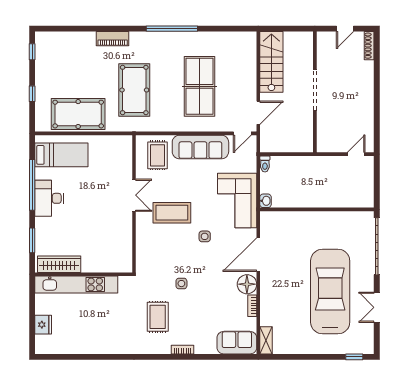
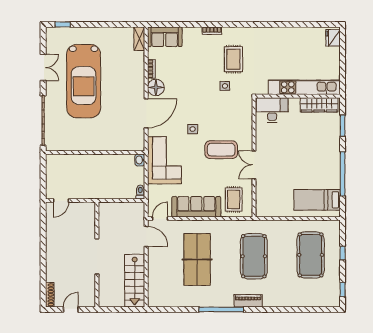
piano: (113, 39) -> (248, 301), moved
door: (258, 113) -> (146, 236), swing flipped
pool table: (78, 114) -> (311, 255), moved, turned 90
desk: (49, 198) -> (272, 110), moved, turned -90
side table: (181, 284) -> (225, 86), moved
fridge: (43, 325) -> (333, 38), moved

